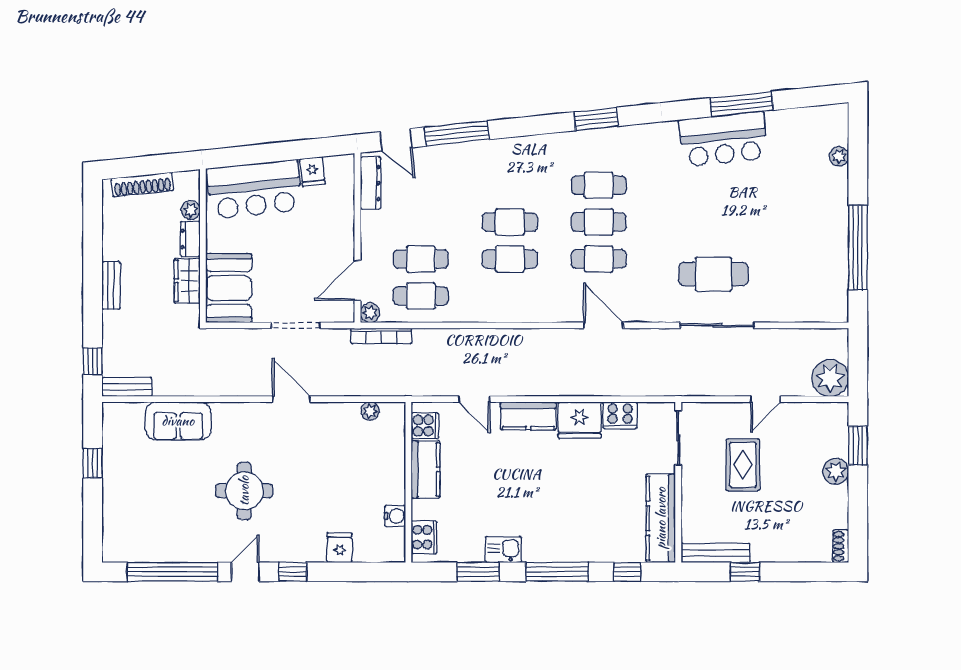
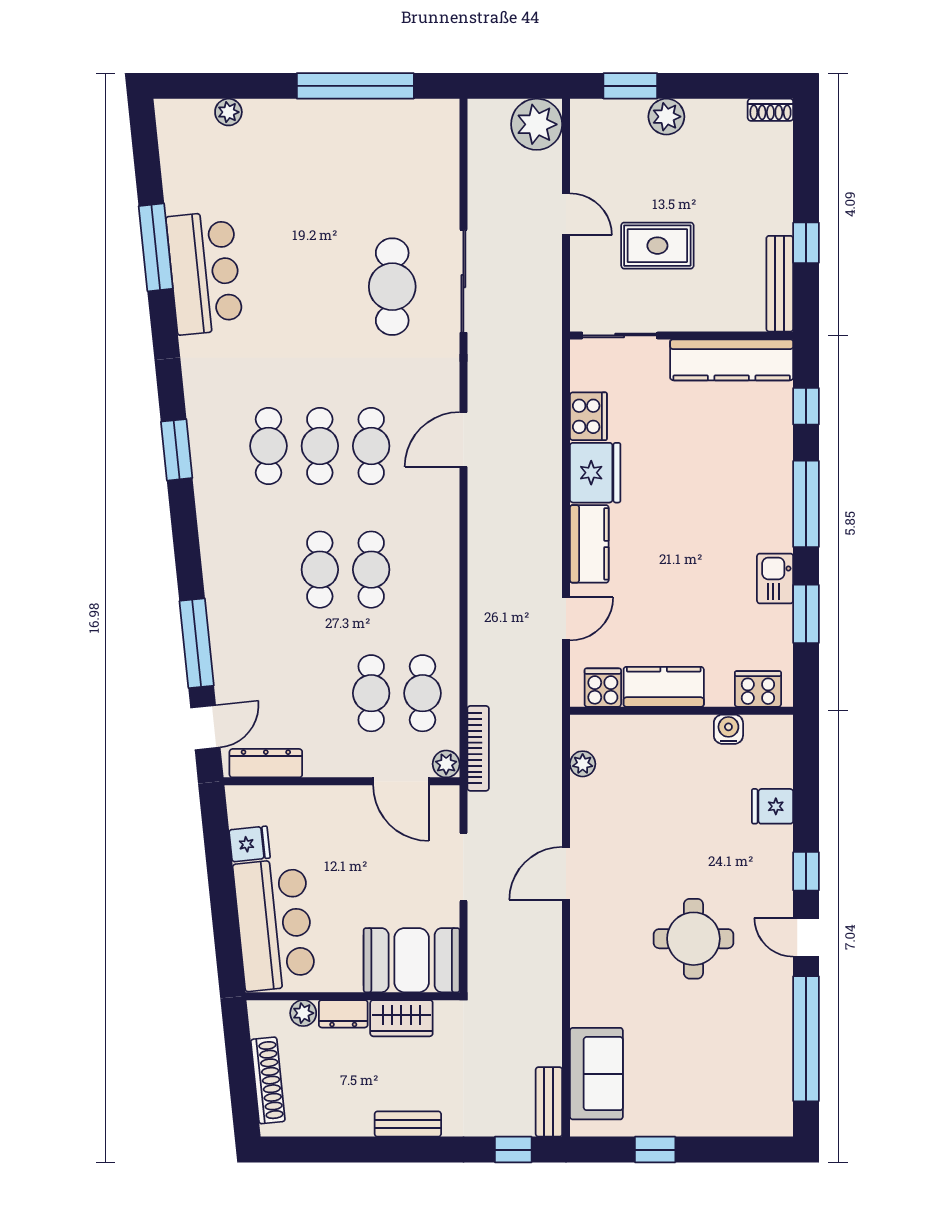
sofa: (178, 421) -> (596, 1074), moved

